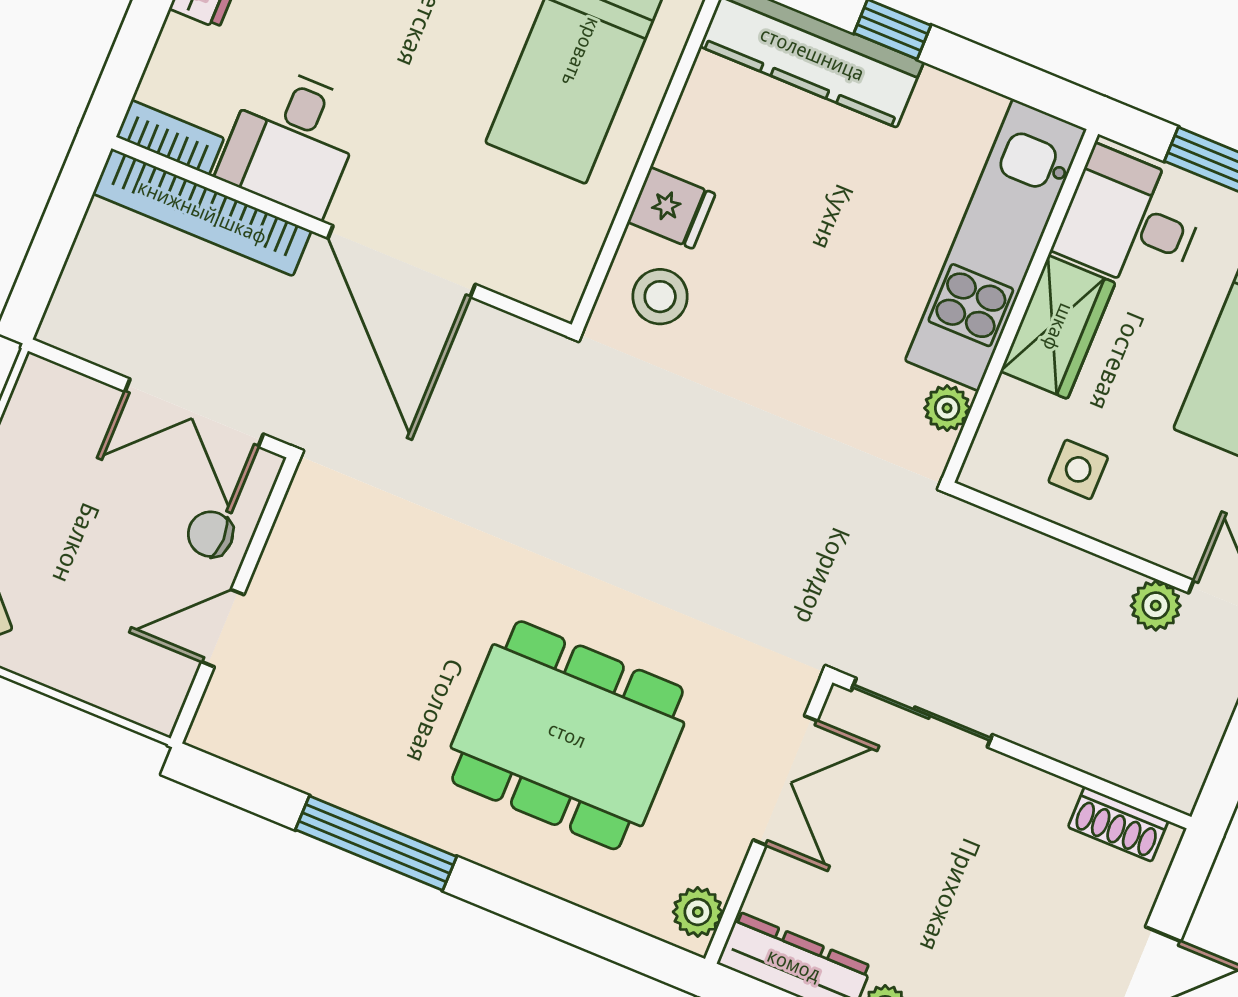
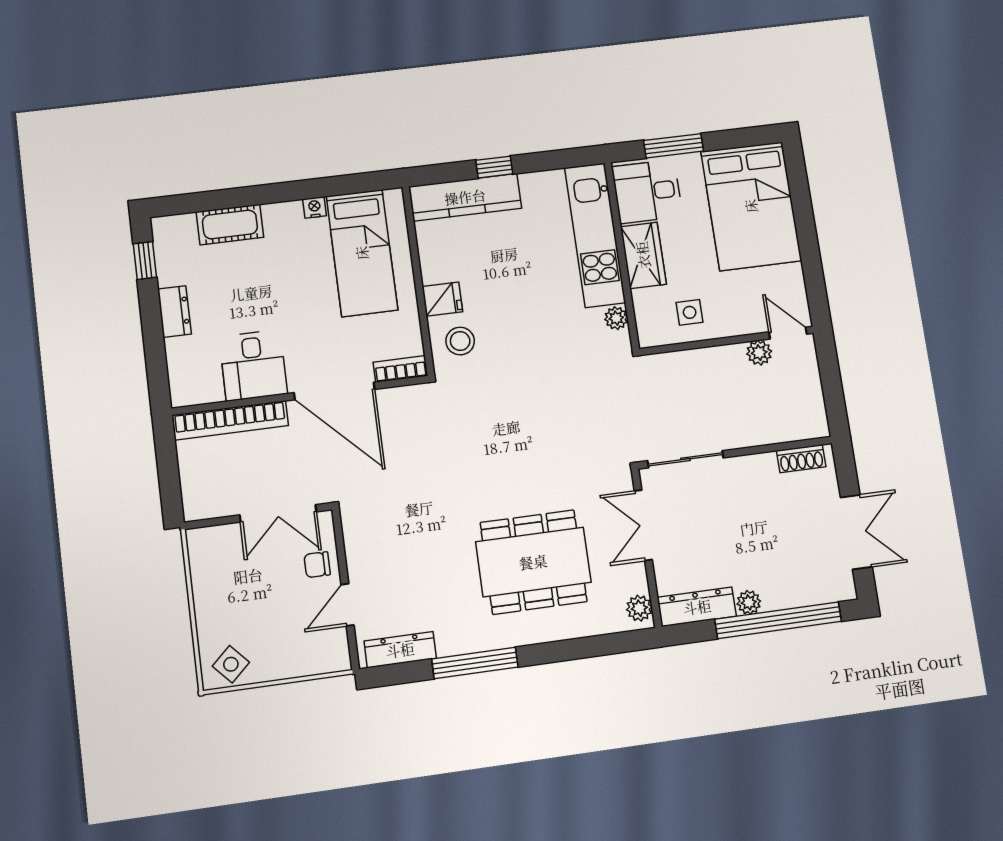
bookcase: (170, 138) -> (400, 369), moved
dresser: (267, 751) -> (400, 650), added
double door: (785, 780) -> (643, 525), swing flipped

